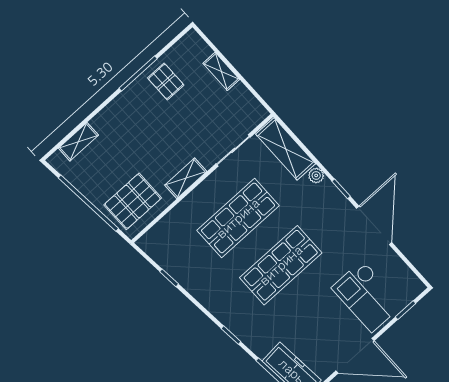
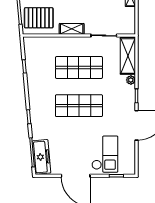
checkout: (367, 296) -> (105, 154), turned 180

